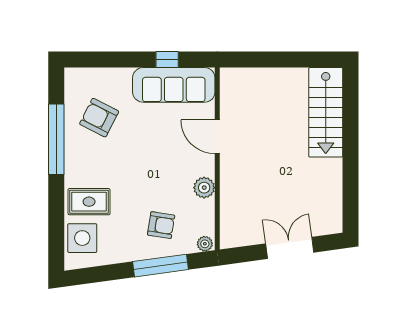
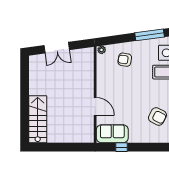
sofa: (174, 85) -> (112, 134), width x0.73
plant: (204, 188) -> (102, 79), removed
window: (160, 266) -> (150, 35), moved

